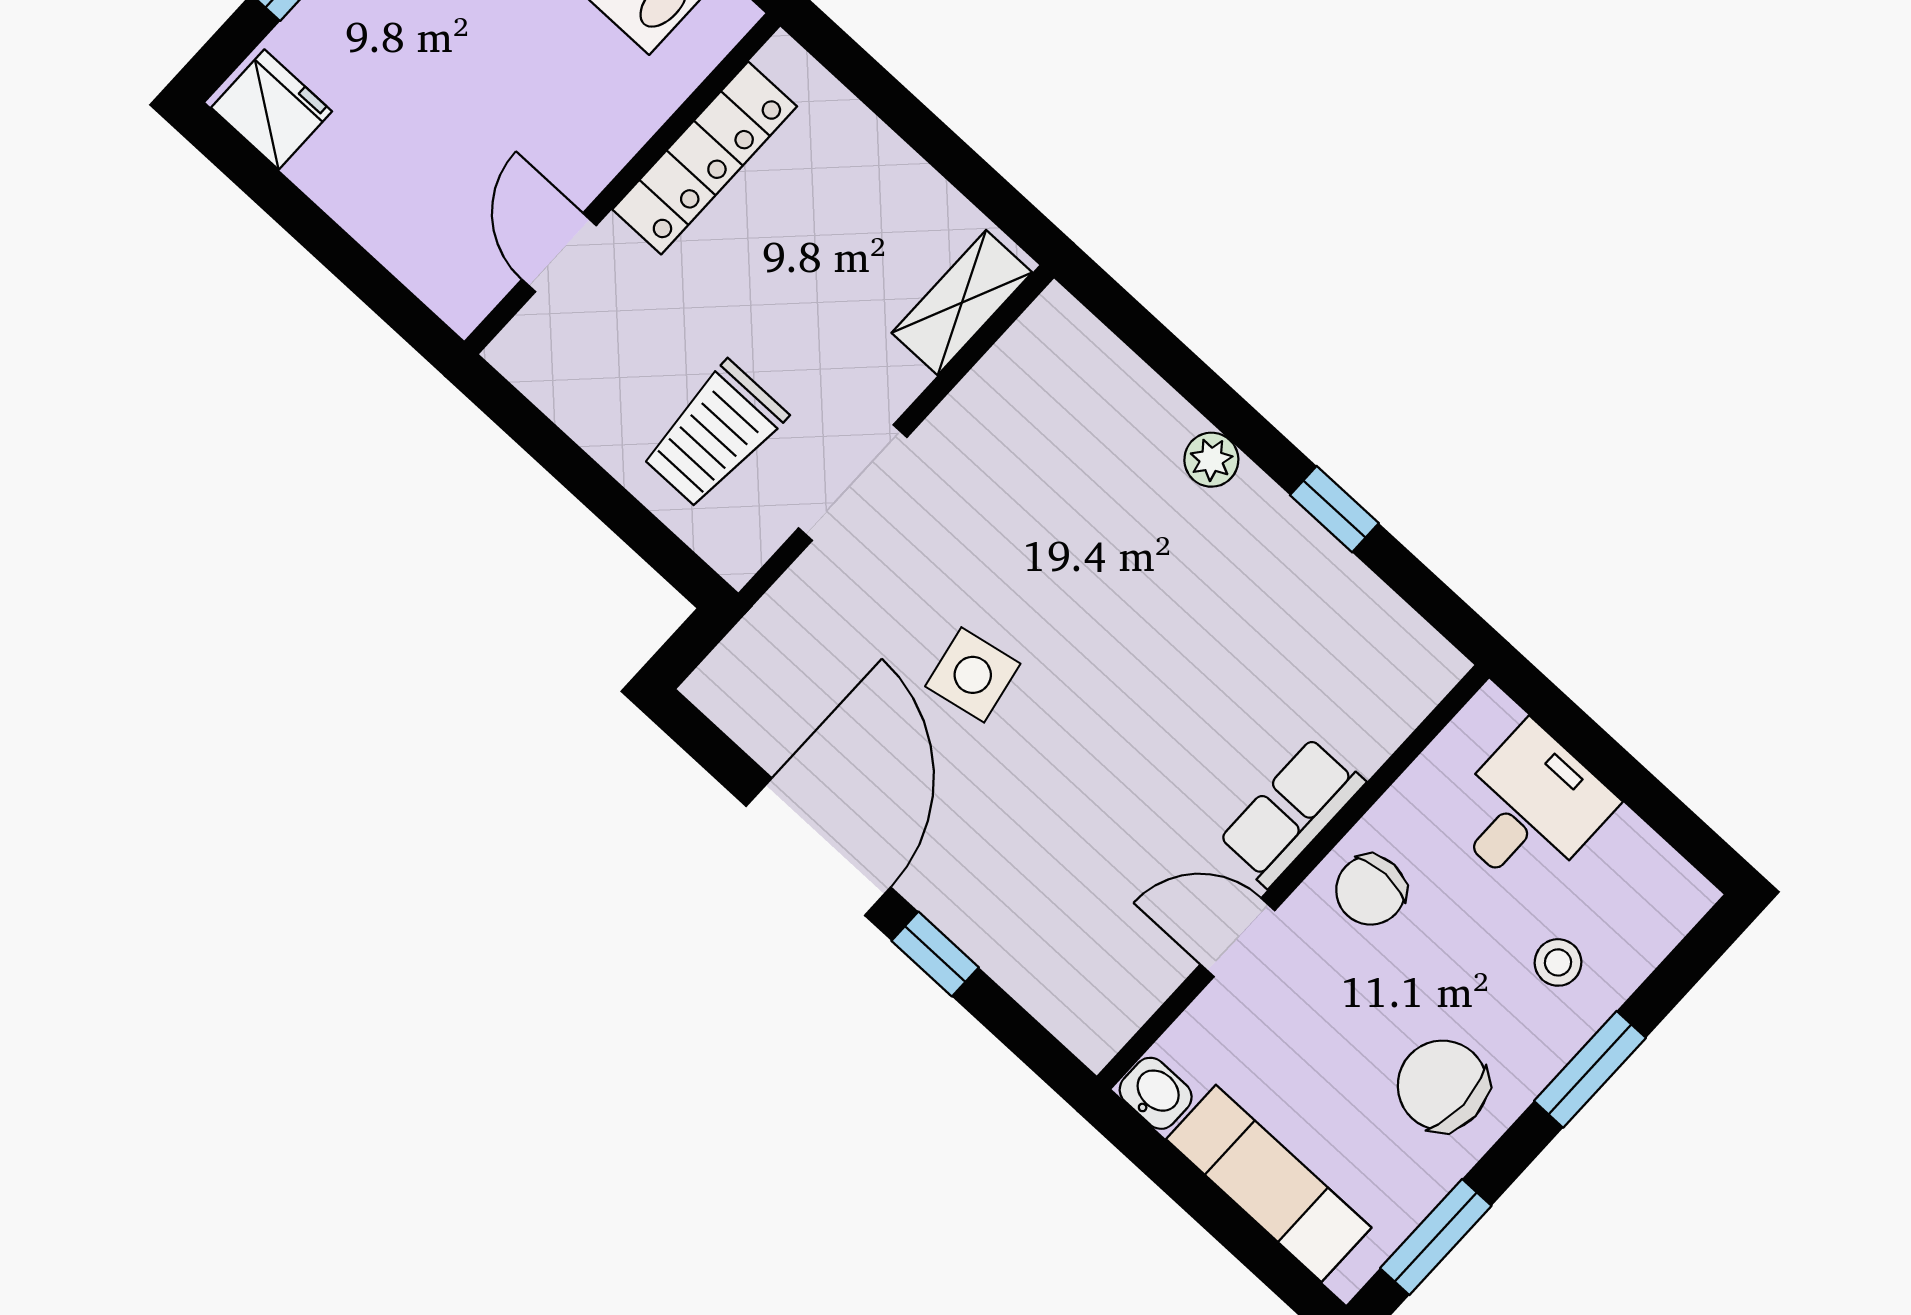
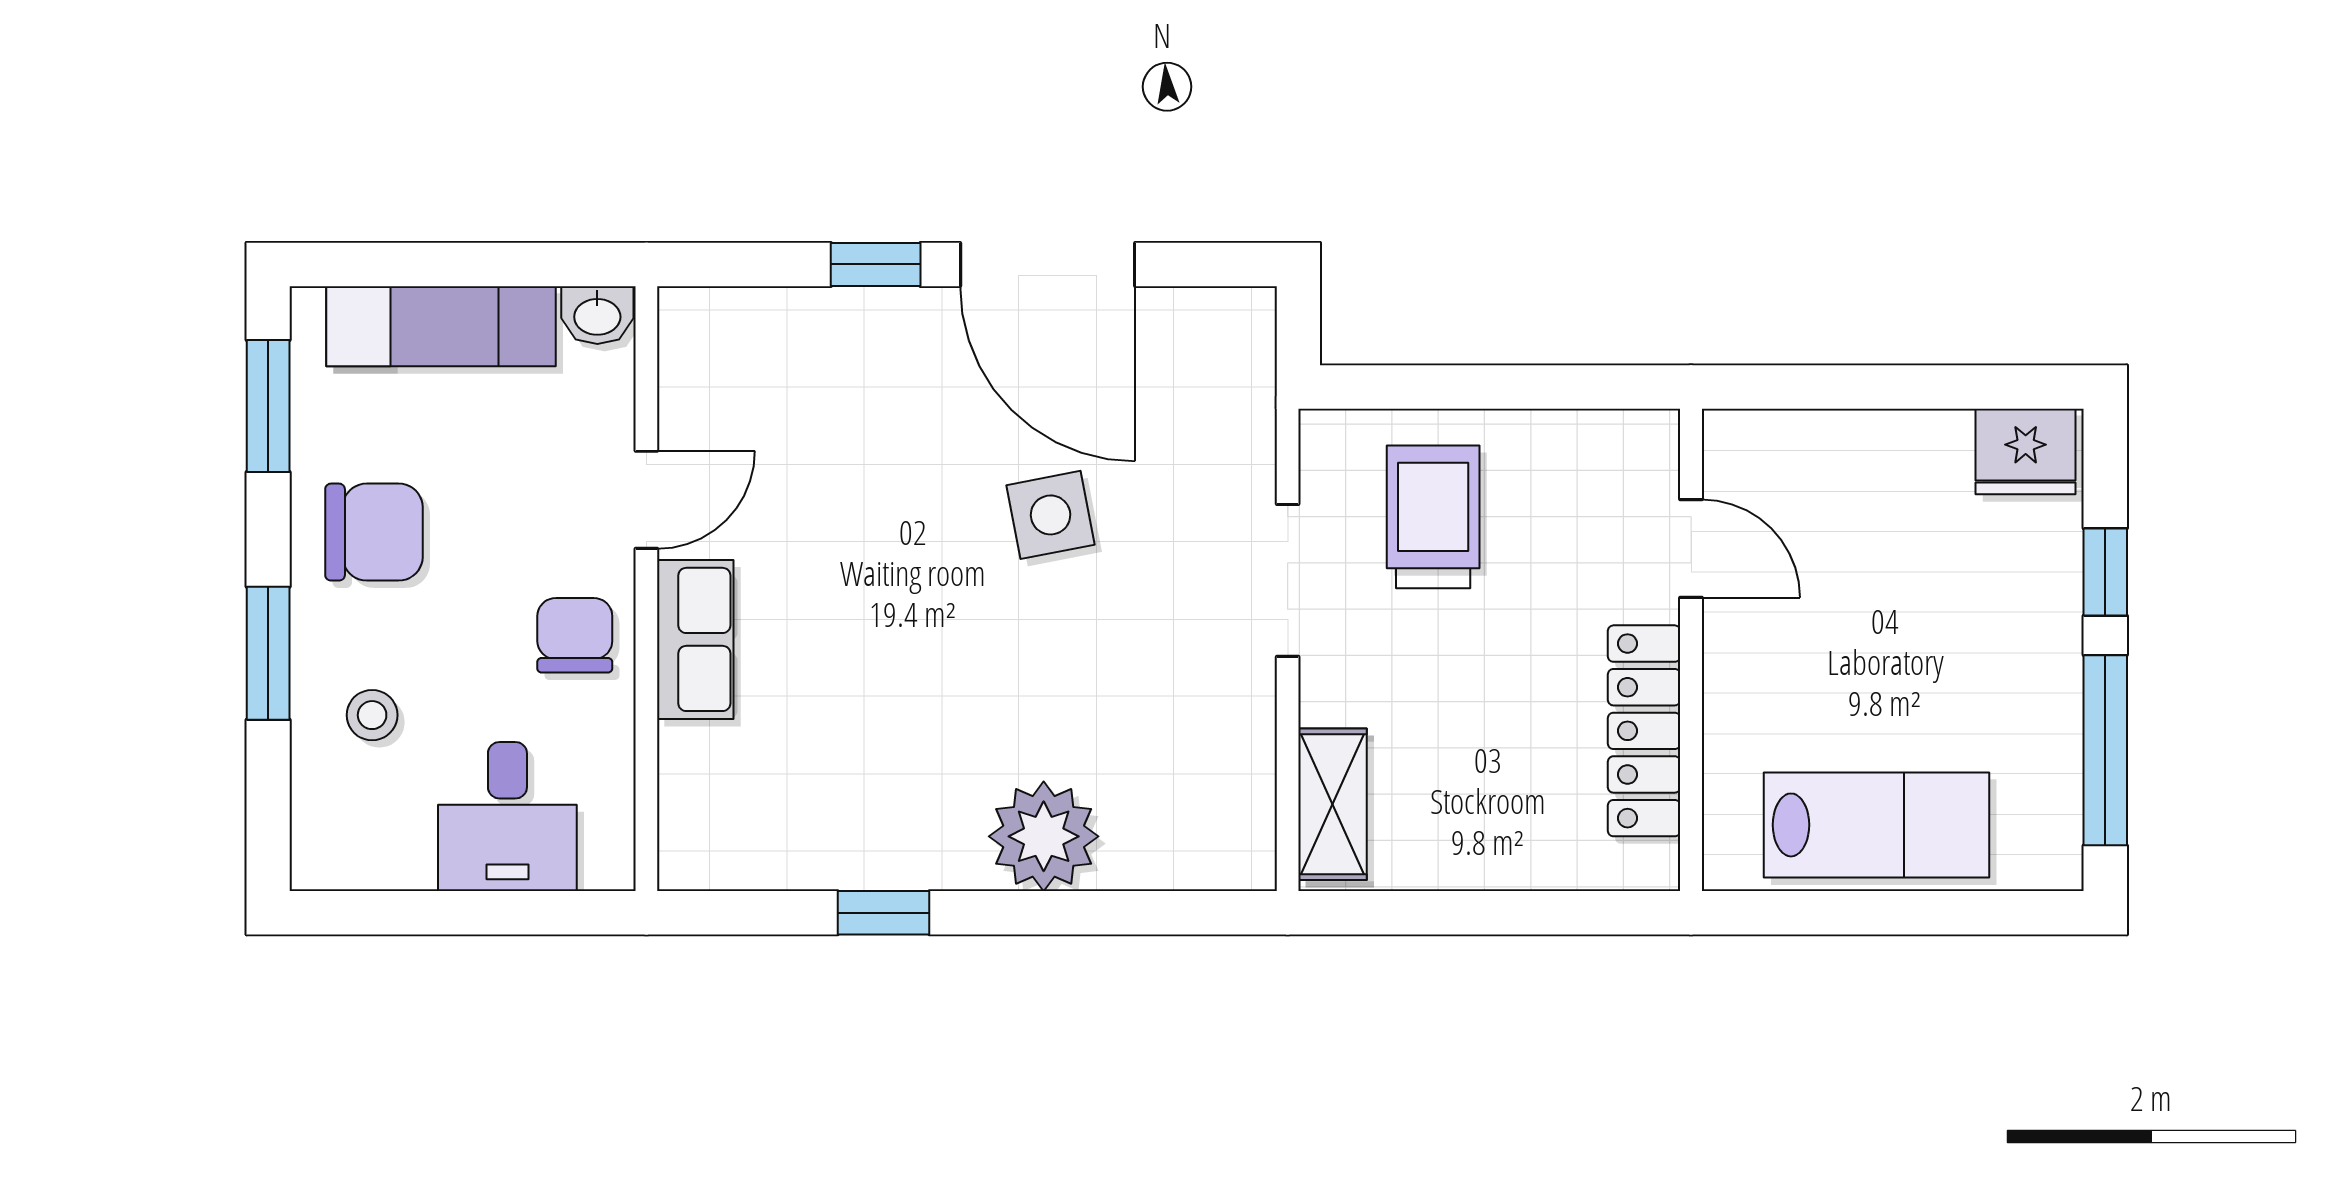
plant: (1211, 460) -> (1044, 836), width x1.87, depth x1.87

